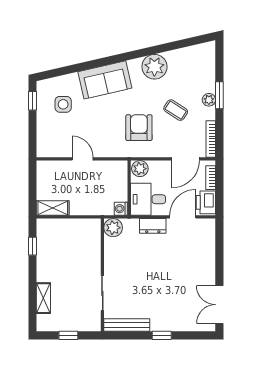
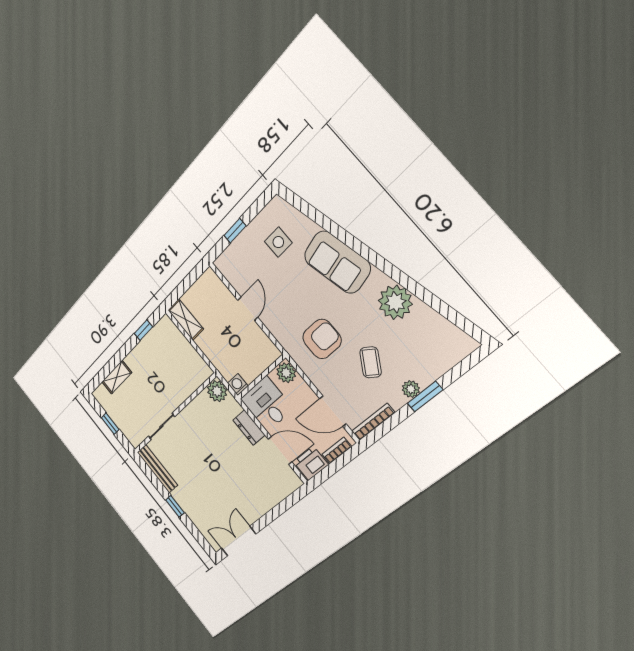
window: (33, 101) -> (235, 231), moved

